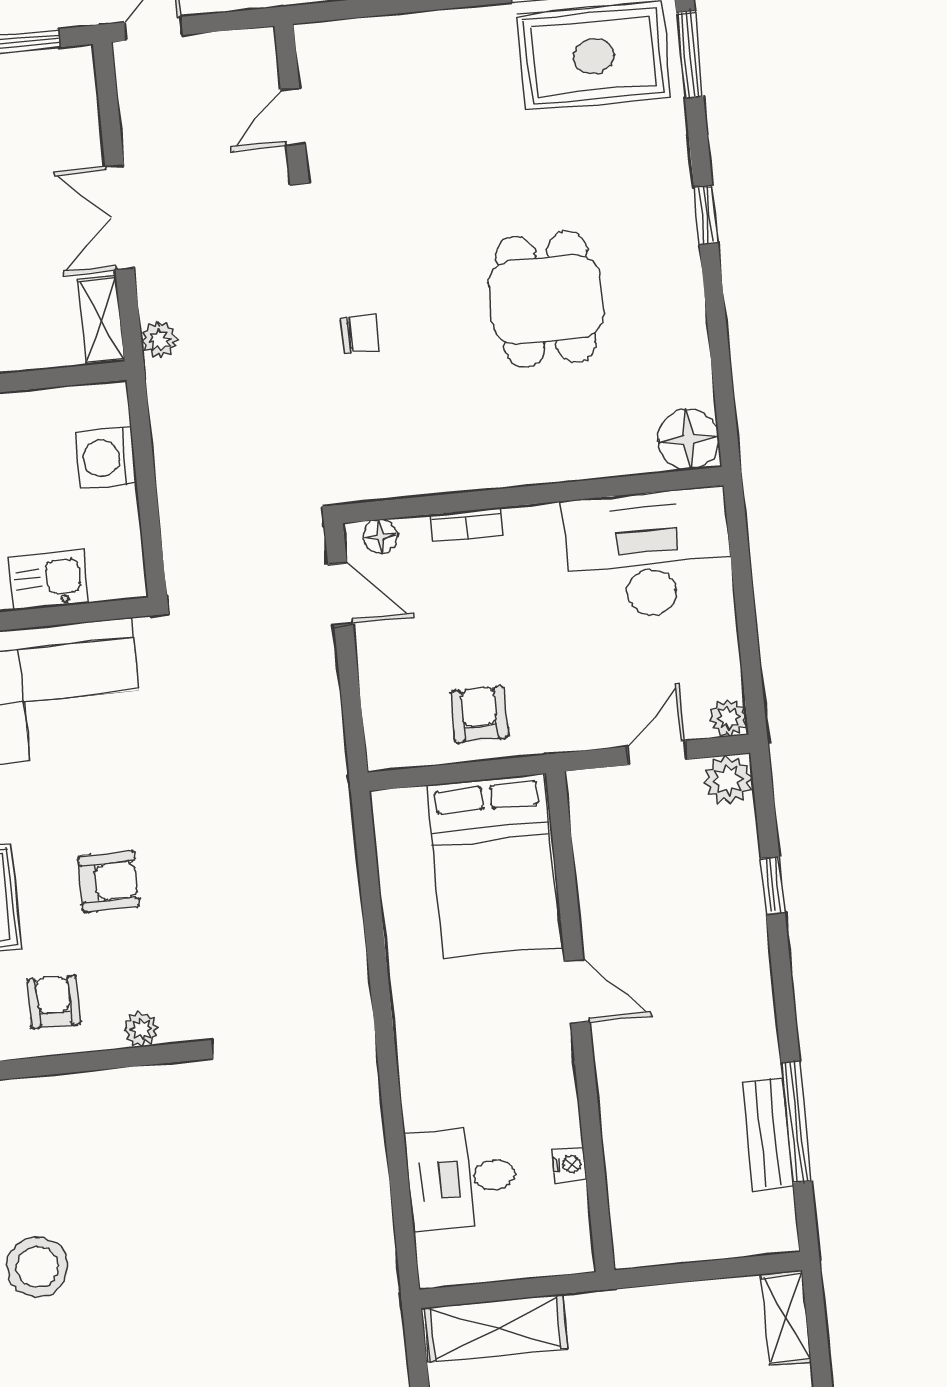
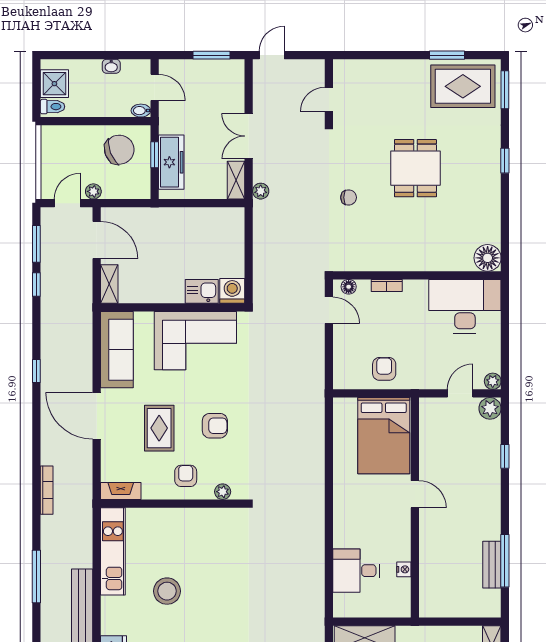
dining table: (546, 299) -> (415, 168), moved
washing machine: (106, 458) -> (232, 291), moved, turned 90

